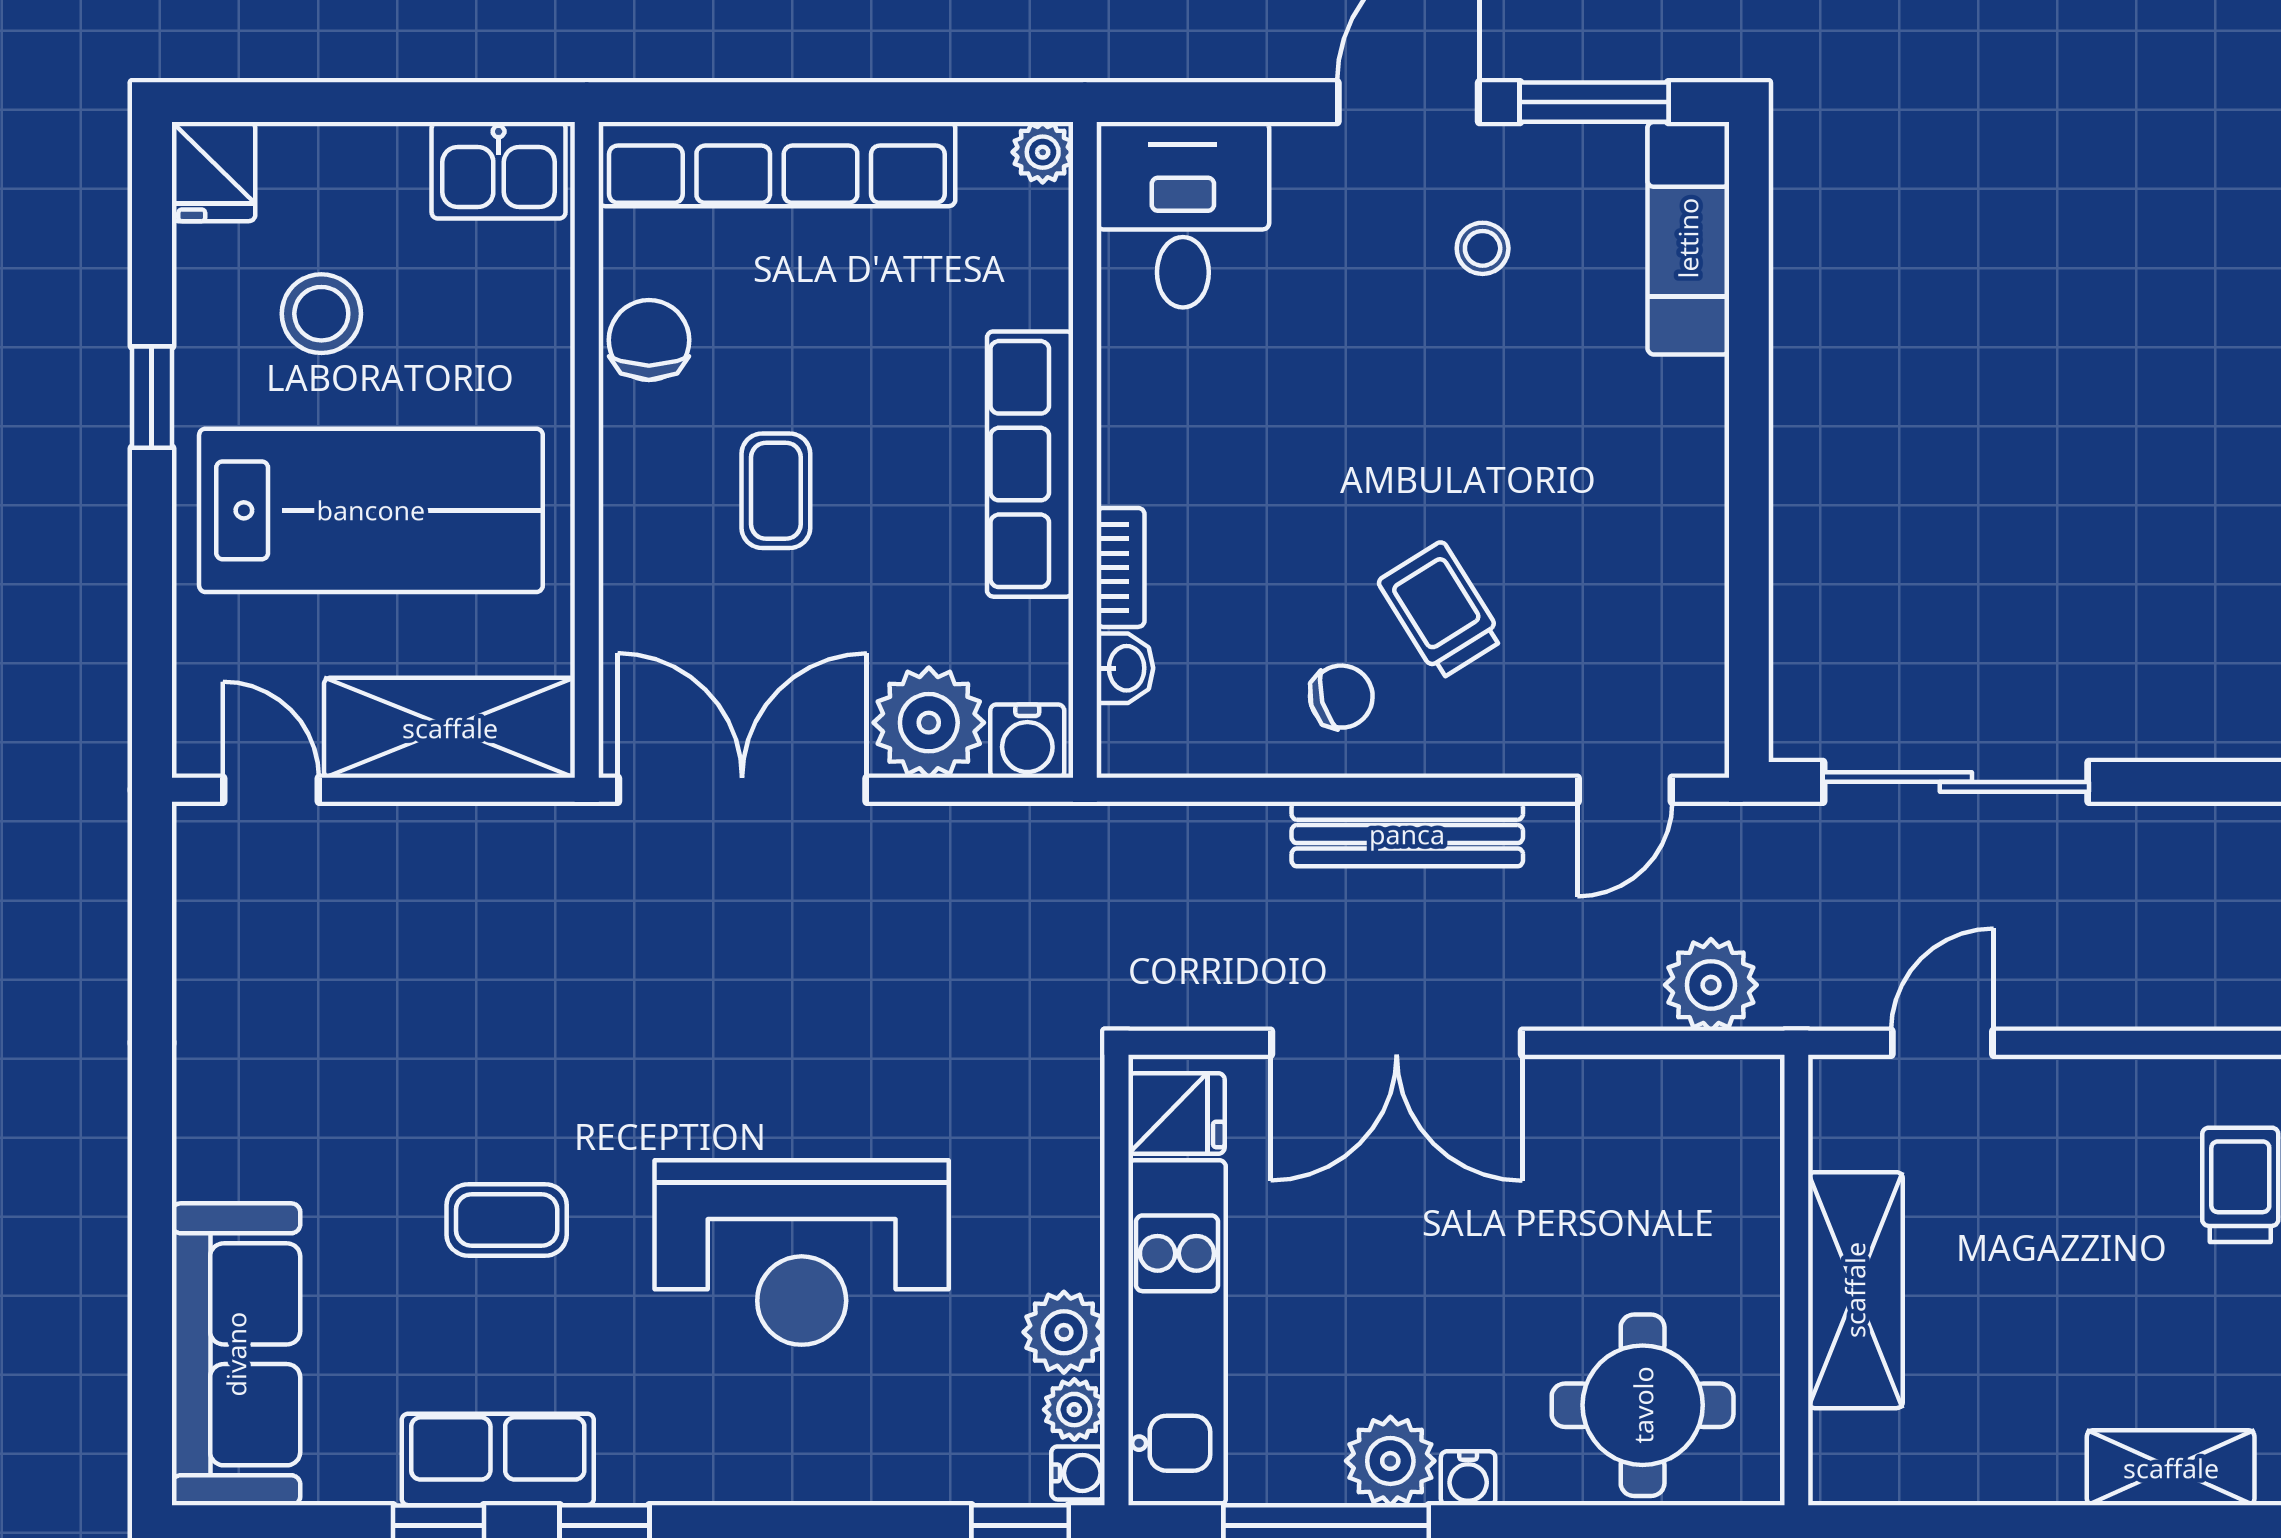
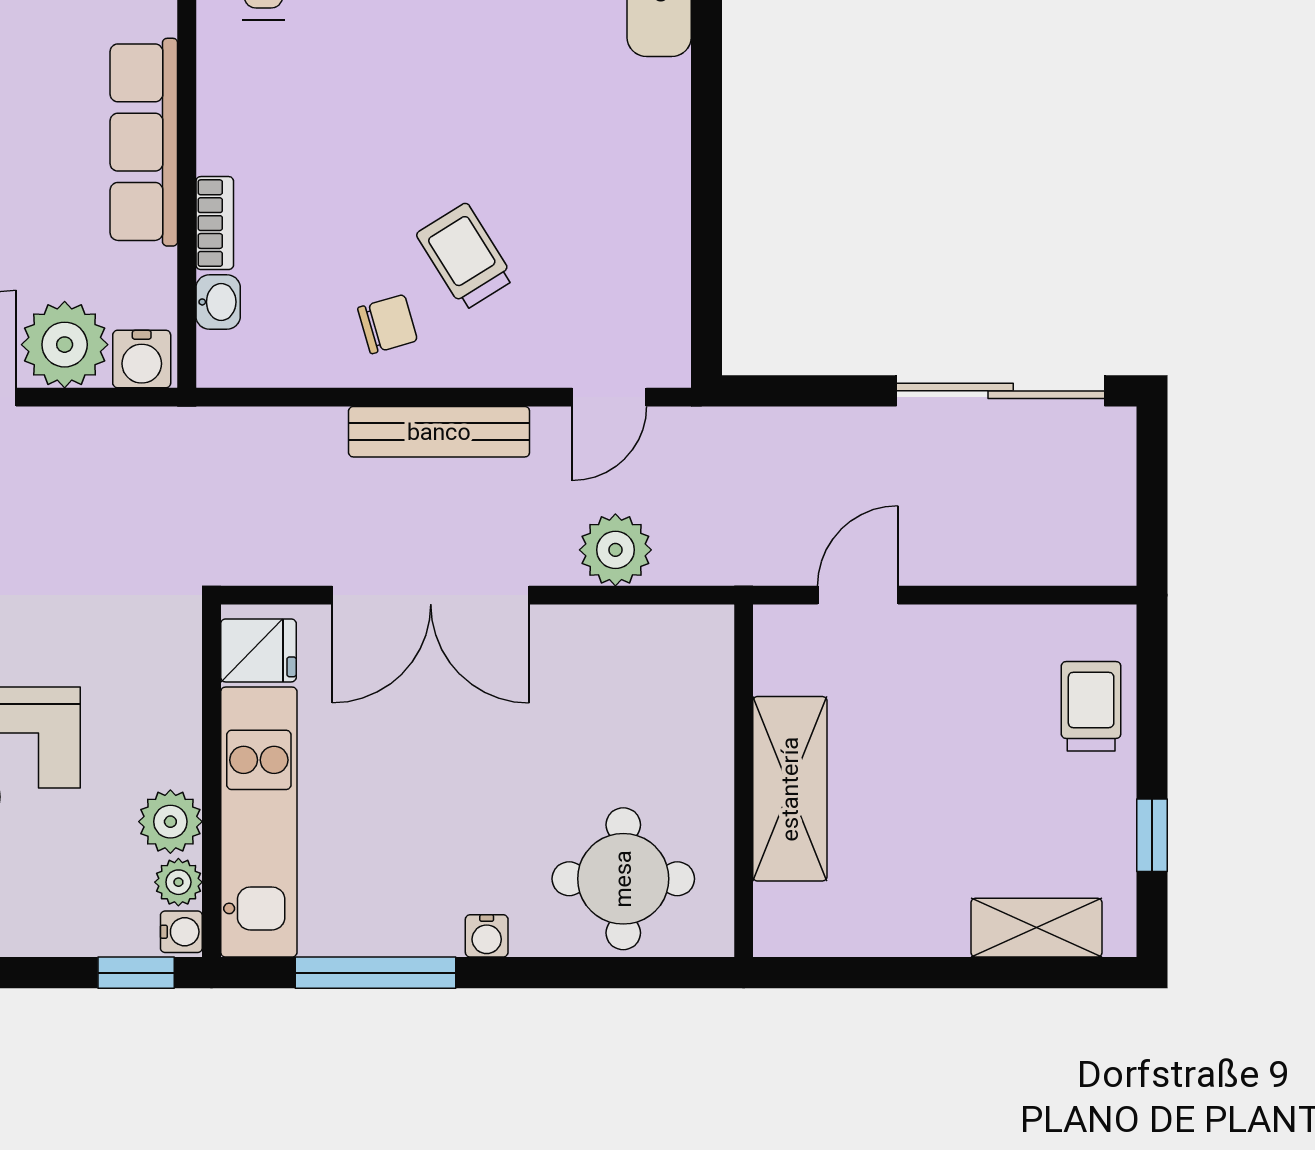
sliding door: (1956, 782) -> (1001, 391), moved
plant: (1711, 985) -> (615, 550), moved
plant: (1390, 1461) -> (426, 922), removed

